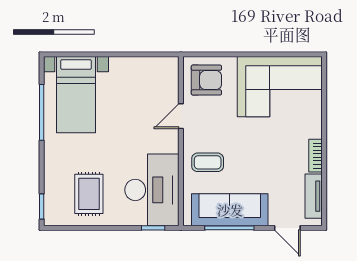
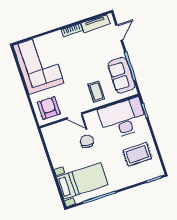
chair: (135, 122) -> (87, 141), added
sofa: (230, 210) -> (121, 75), width x0.73

